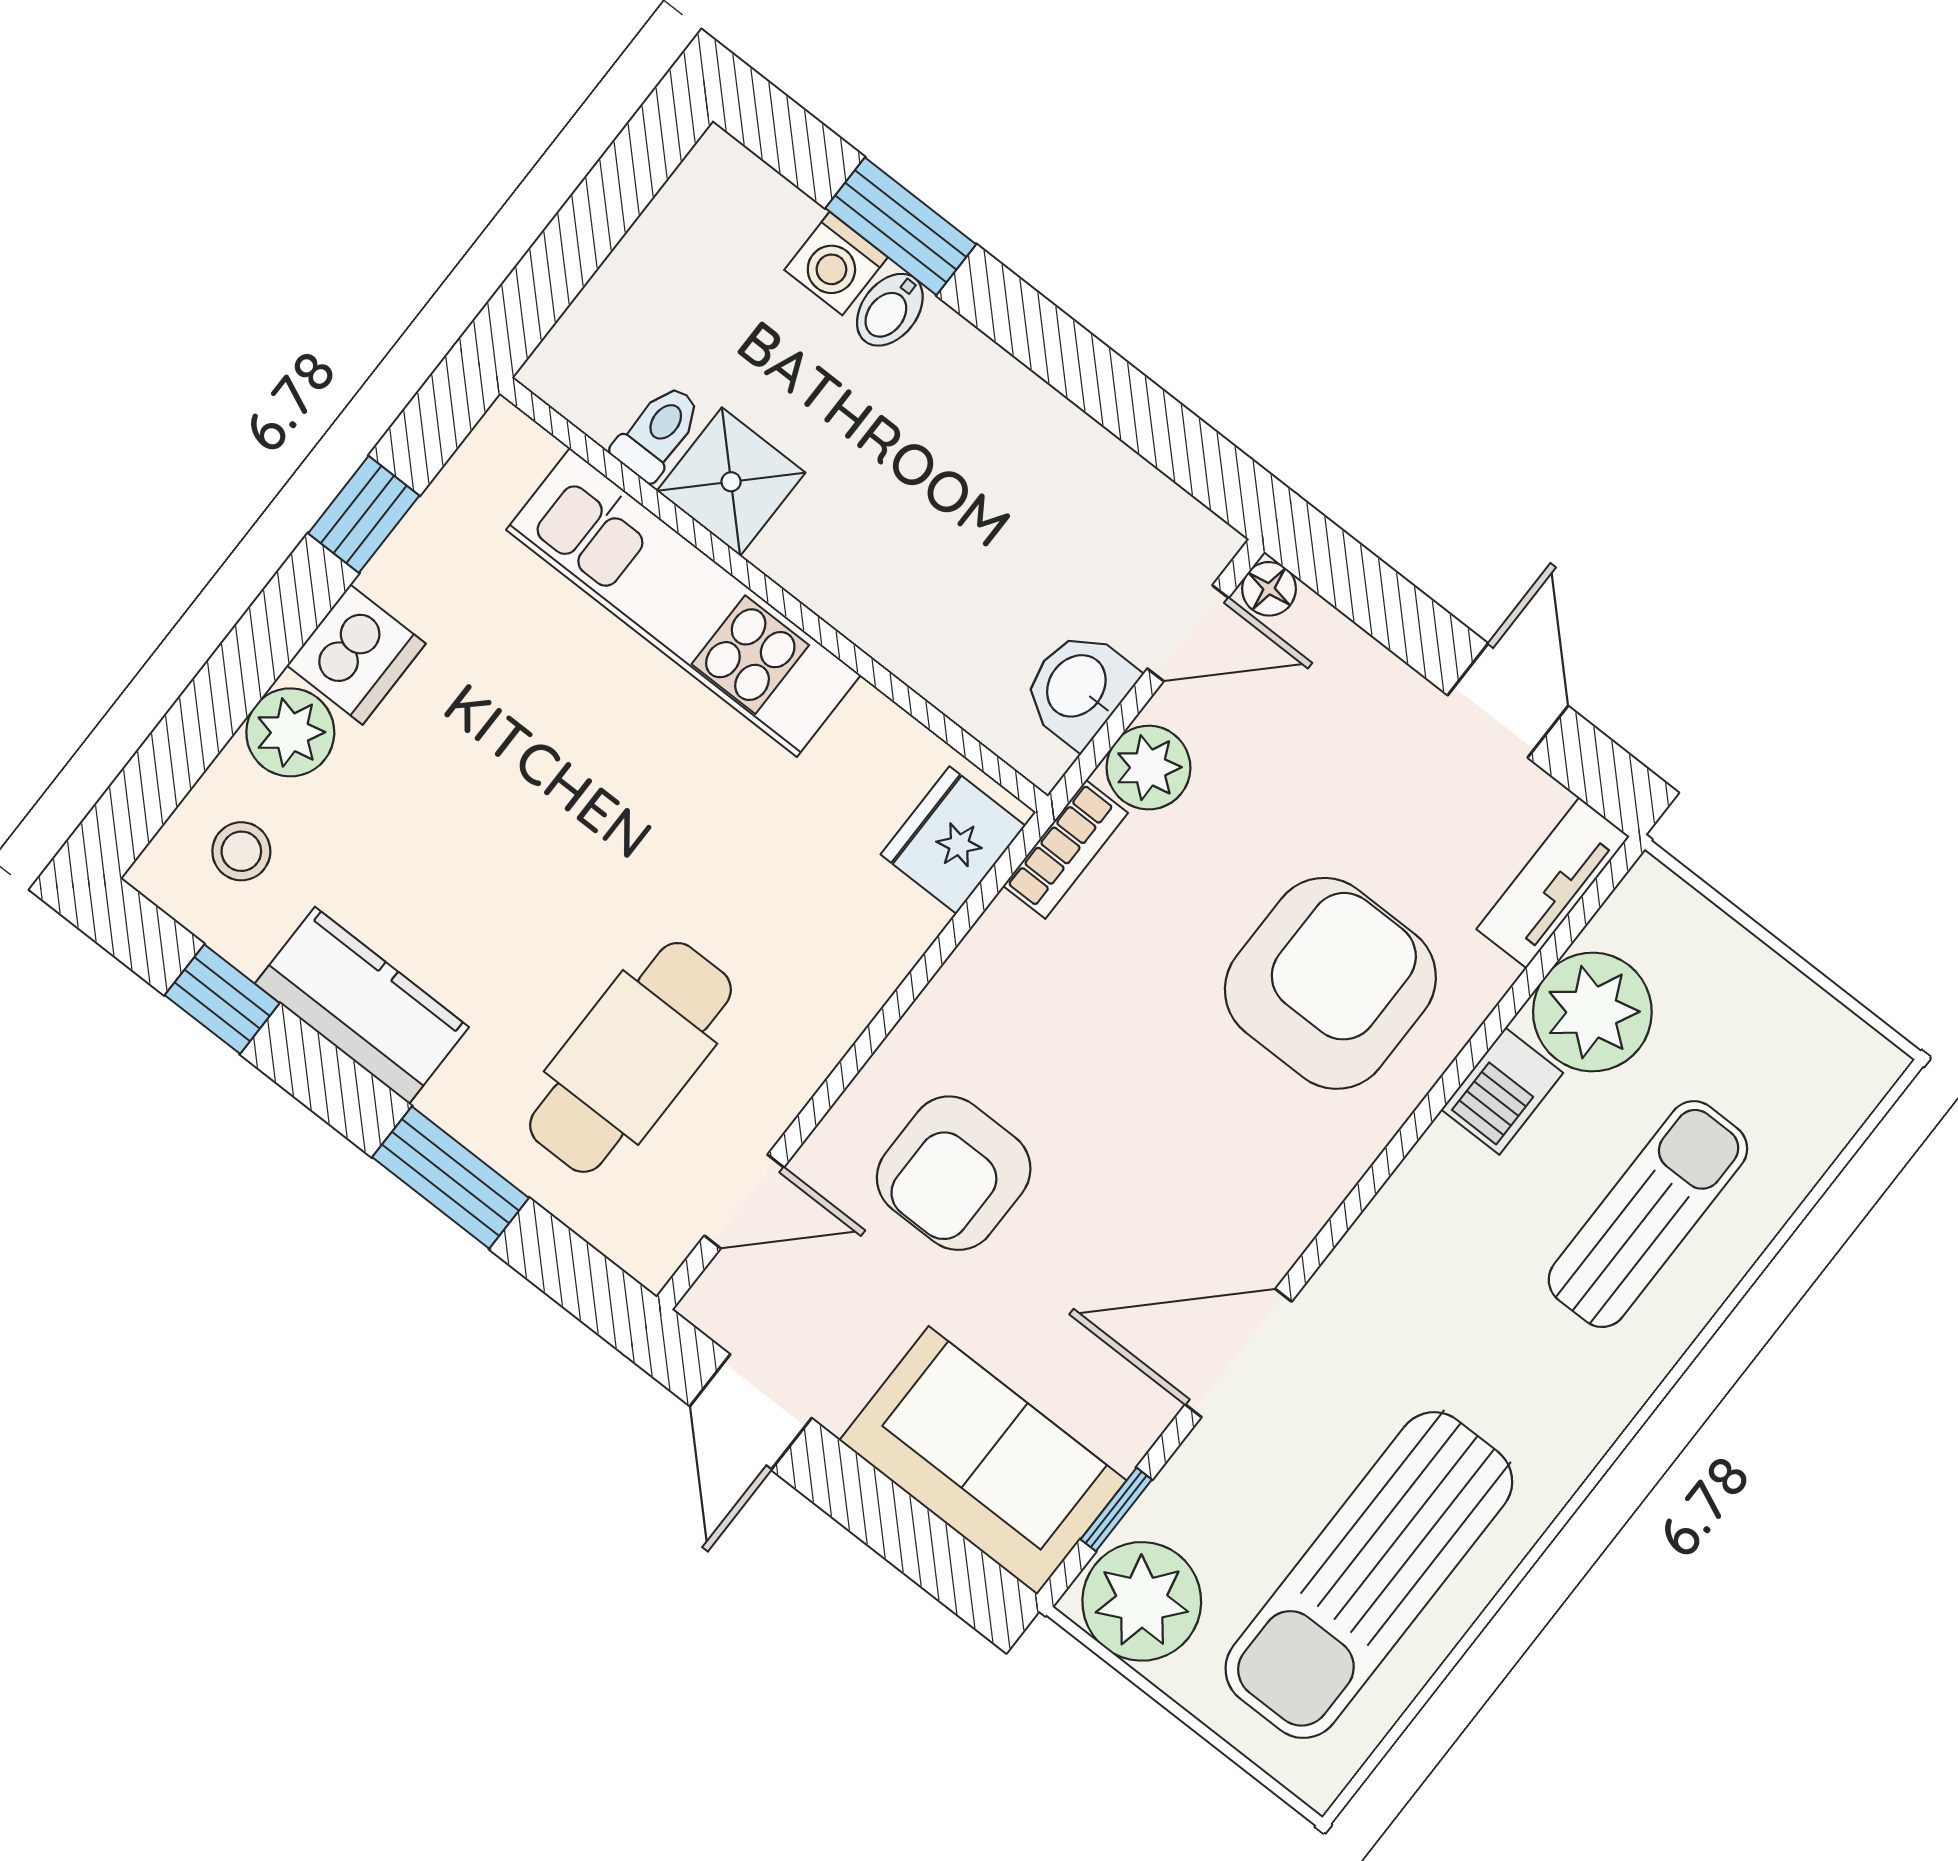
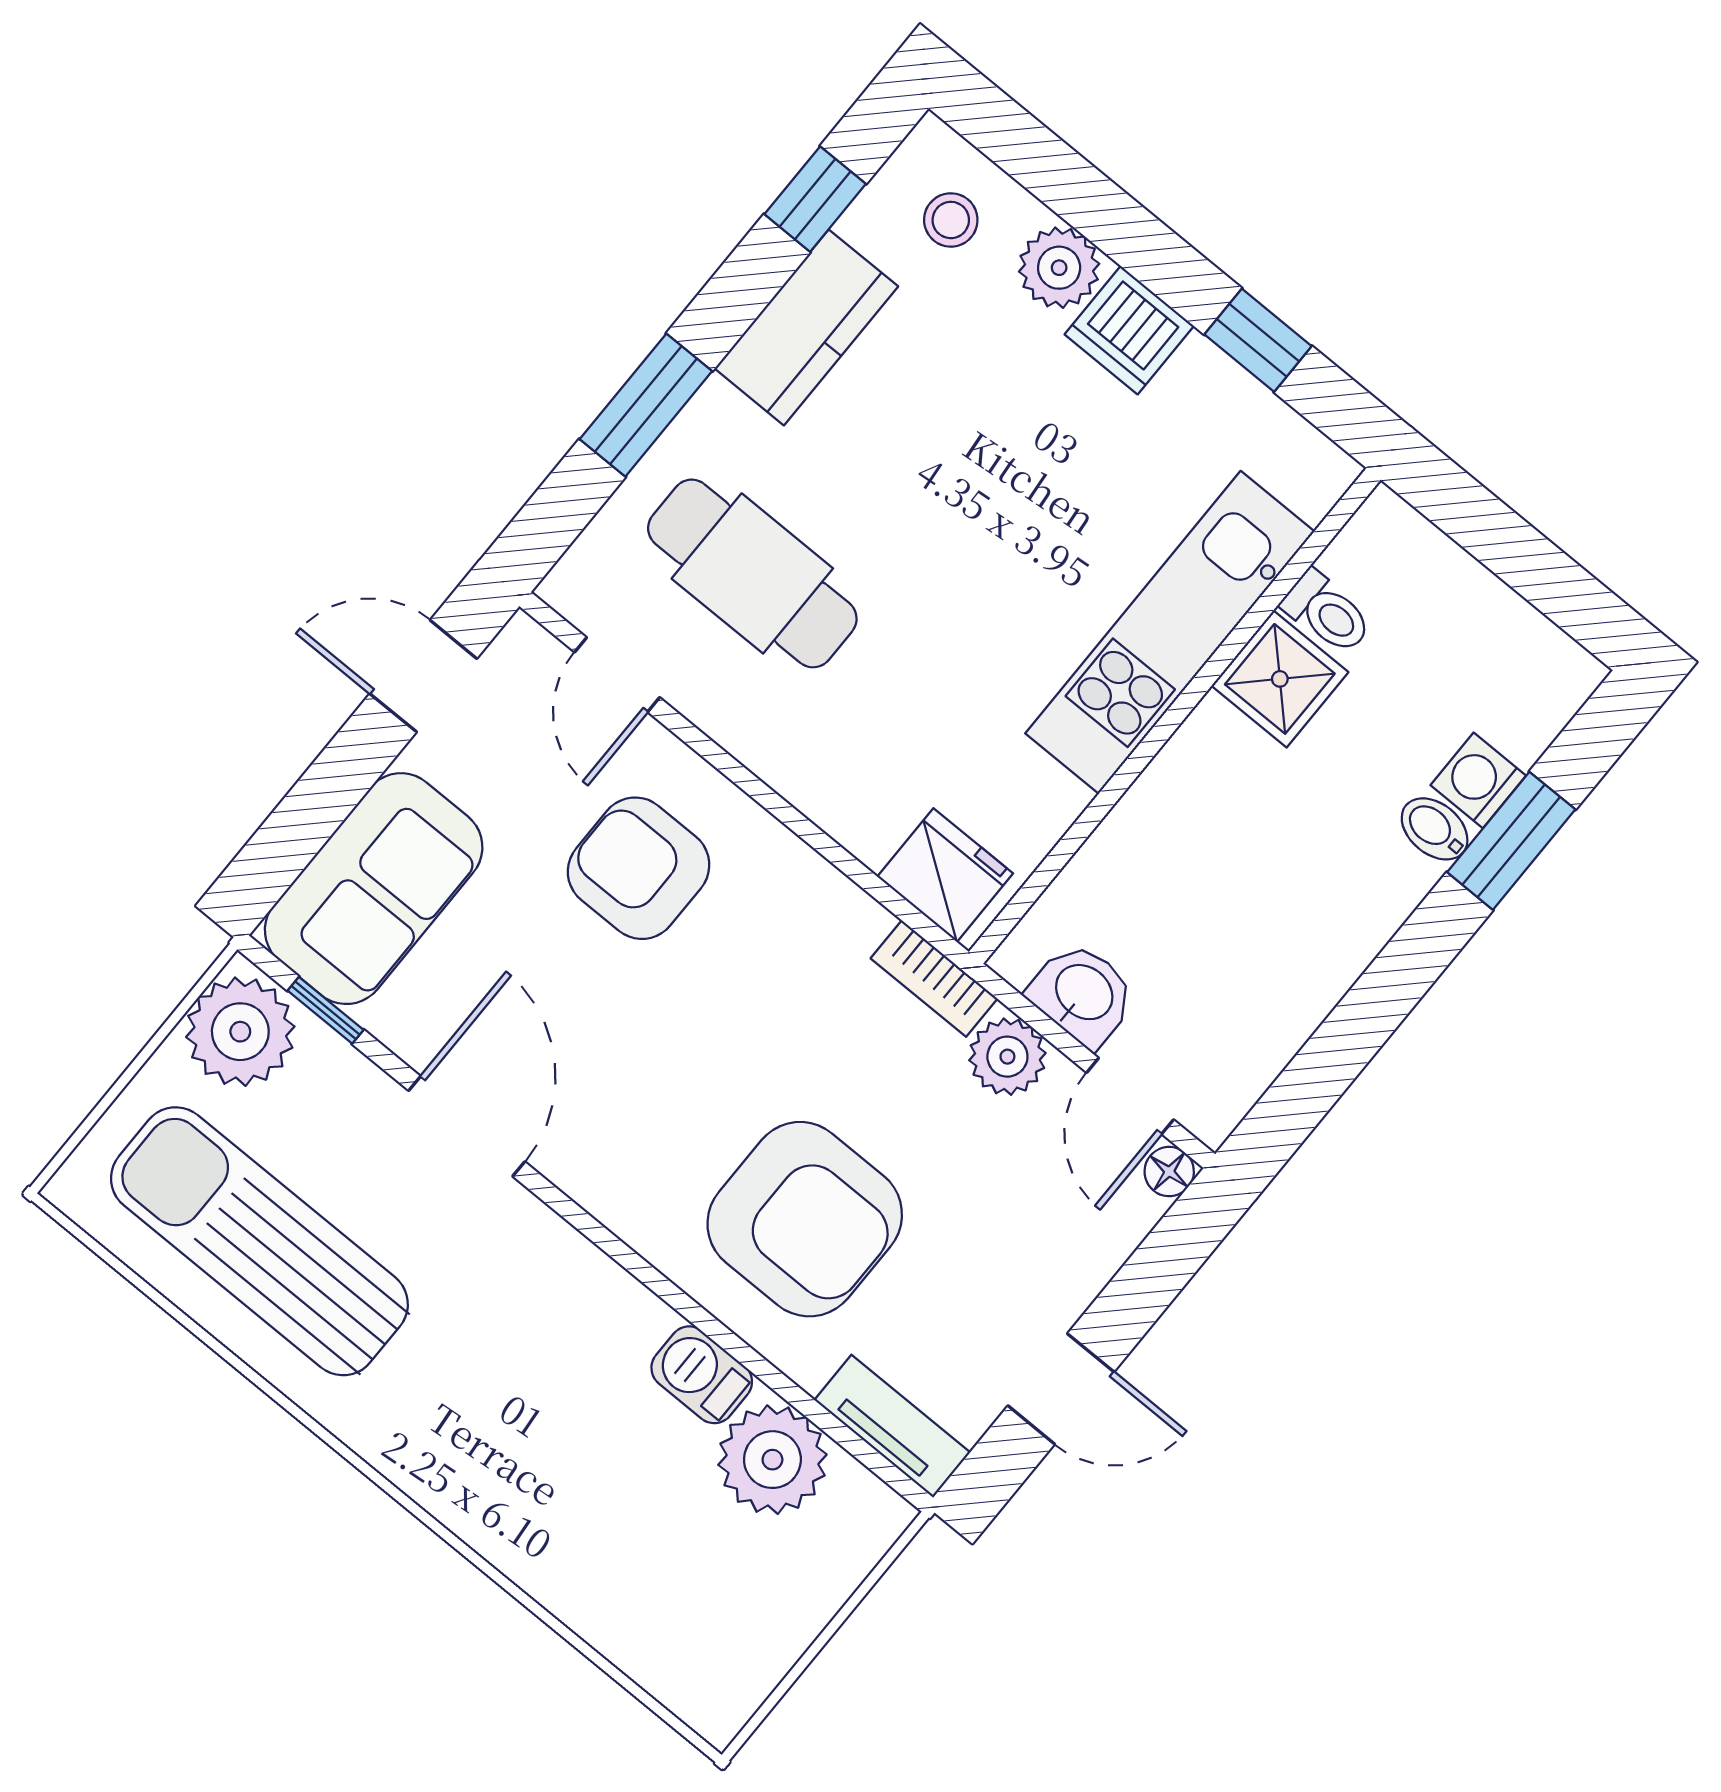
sun lounger: (1648, 1214) -> (585, 1506), removed

